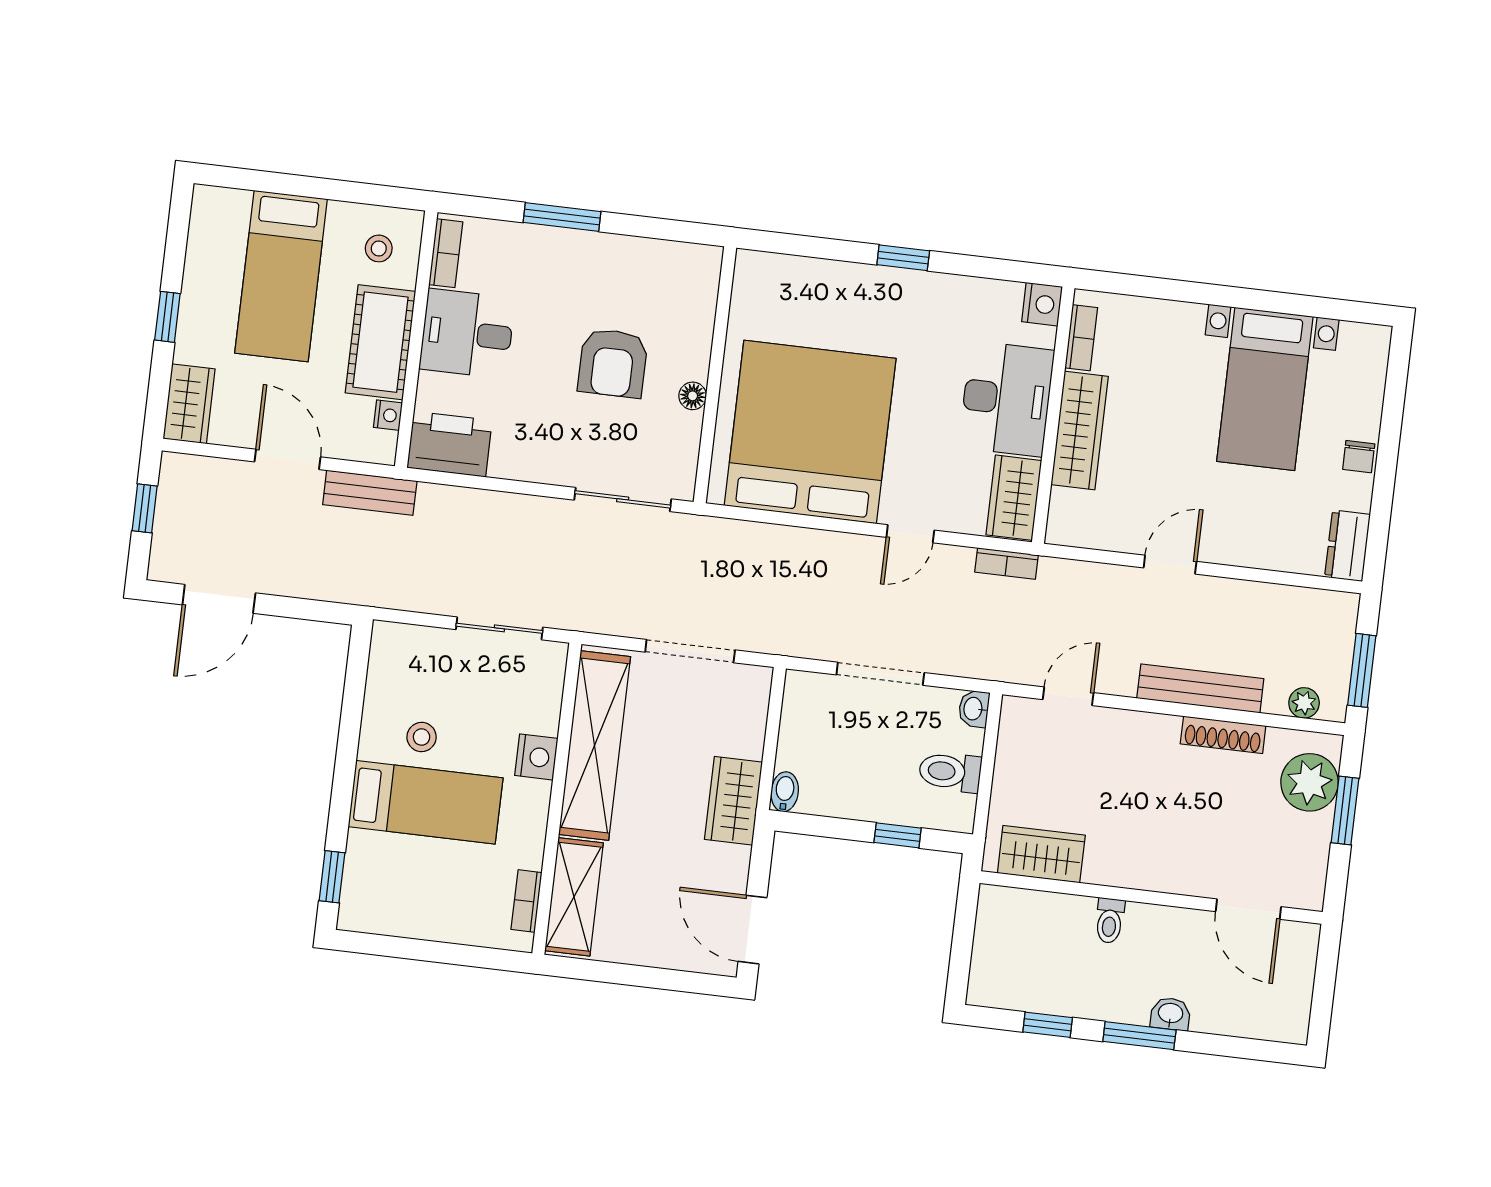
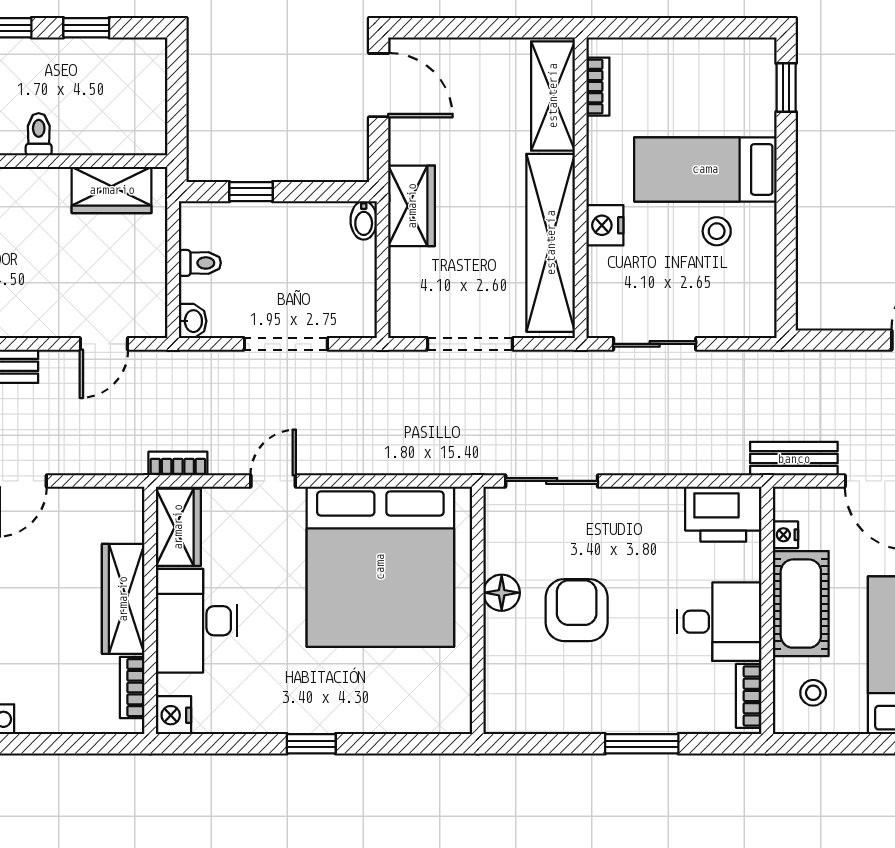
floor lamp: (693, 396) -> (502, 593), width x1.37, depth x1.37
toilet: (950, 772) -> (200, 263), width x0.73, depth x0.72

